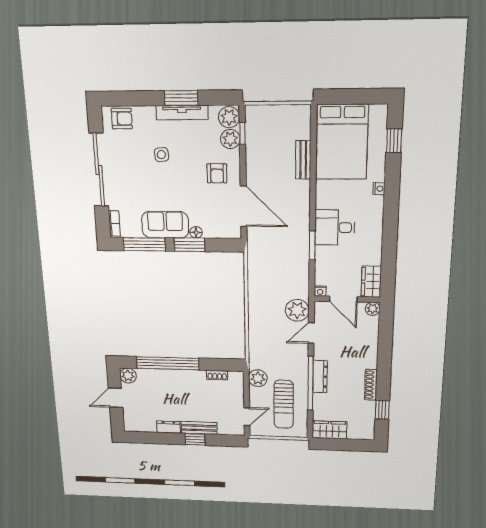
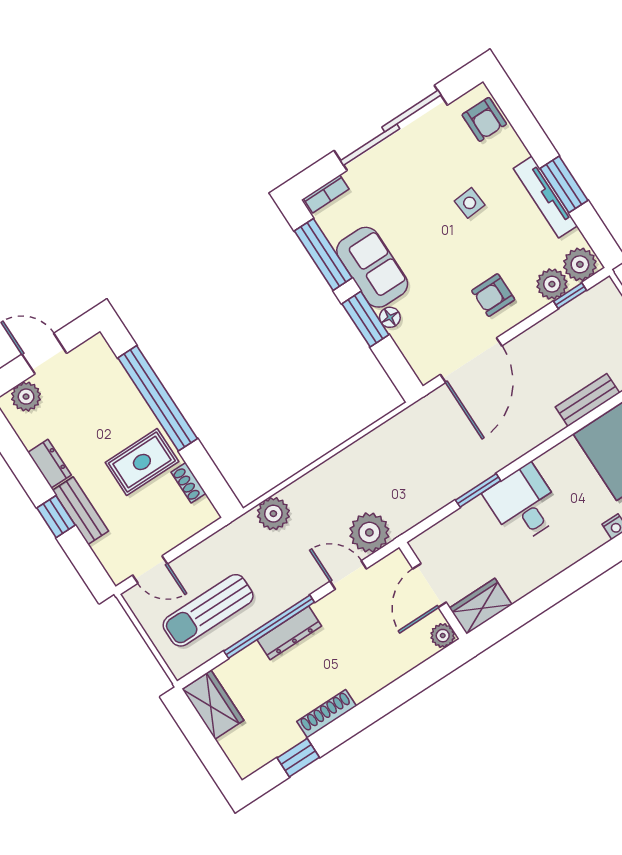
nightstand: (320, 291) -> (420, 545), removed
plant: (128, 376) -> (26, 397), moved
plant: (258, 378) -> (273, 514), moved
rug: (194, 389) -> (142, 462), added

